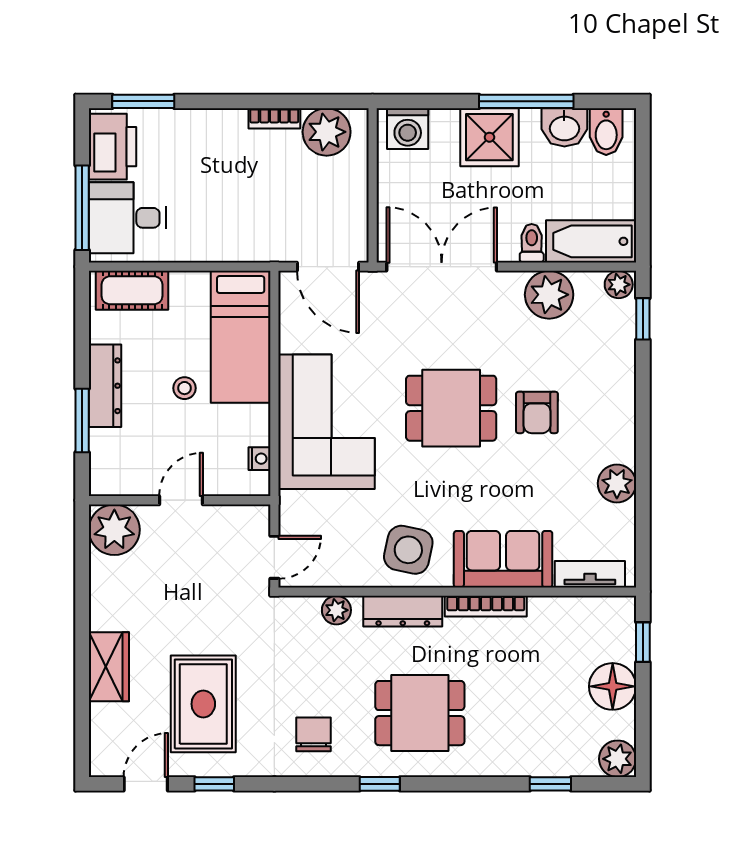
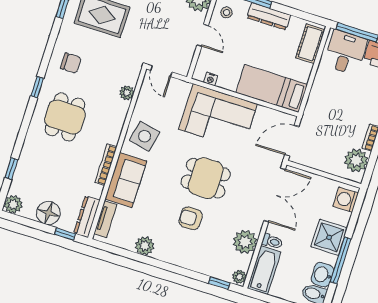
stool: (184, 388) -> (226, 12), moved
dining table: (451, 408) -> (206, 178), turned 90
dresser: (403, 611) -> (87, 217), moved

